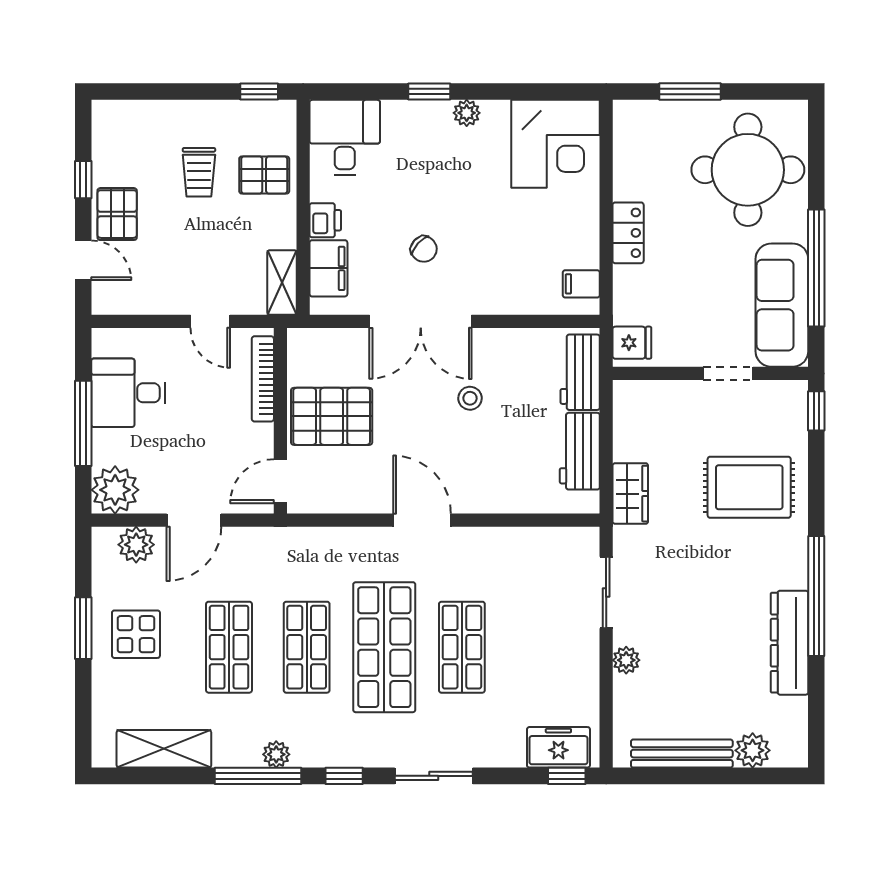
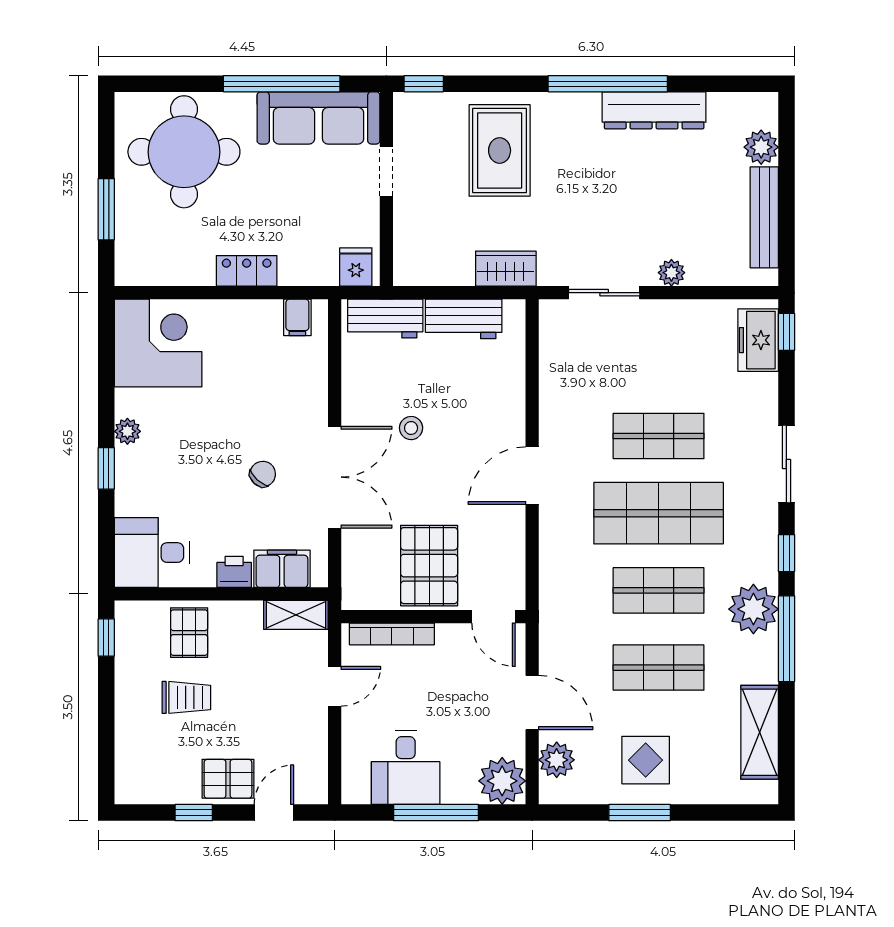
plant: (276, 754) -> (753, 609), width x1.87, depth x1.87

